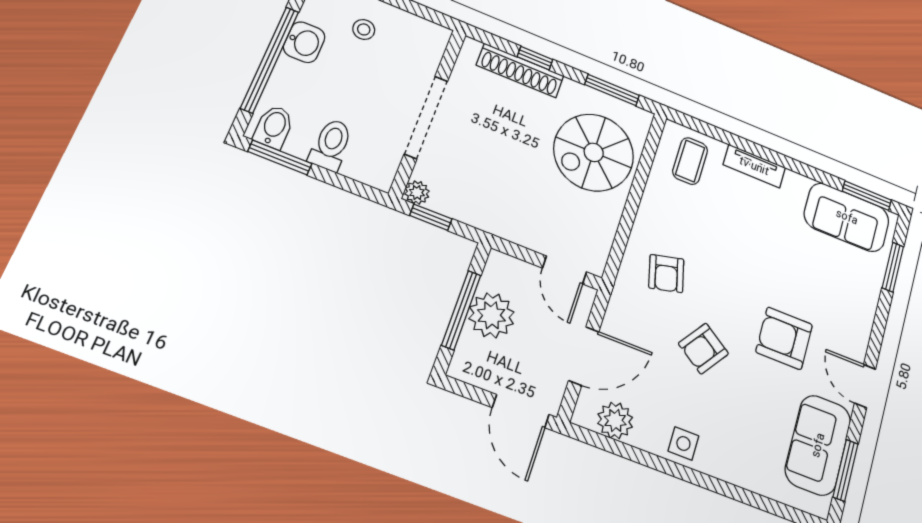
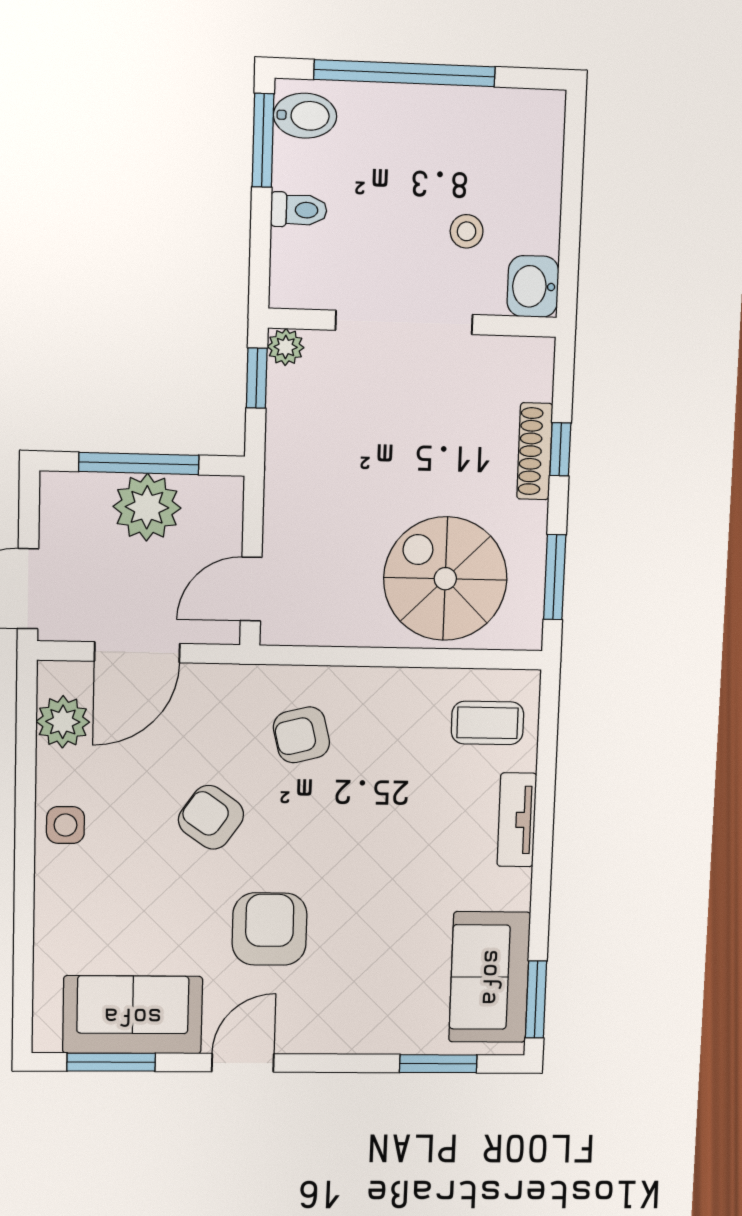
stool: (364, 29) -> (467, 231), moved
washbasin: (304, 42) -> (533, 286), moved, turned 90
shoe rack: (520, 70) -> (535, 451), width x0.74, depth x0.81
toilet: (331, 145) -> (299, 210), width x0.73, depth x0.72
door: (584, 356) -> (137, 652), hinge flipped

